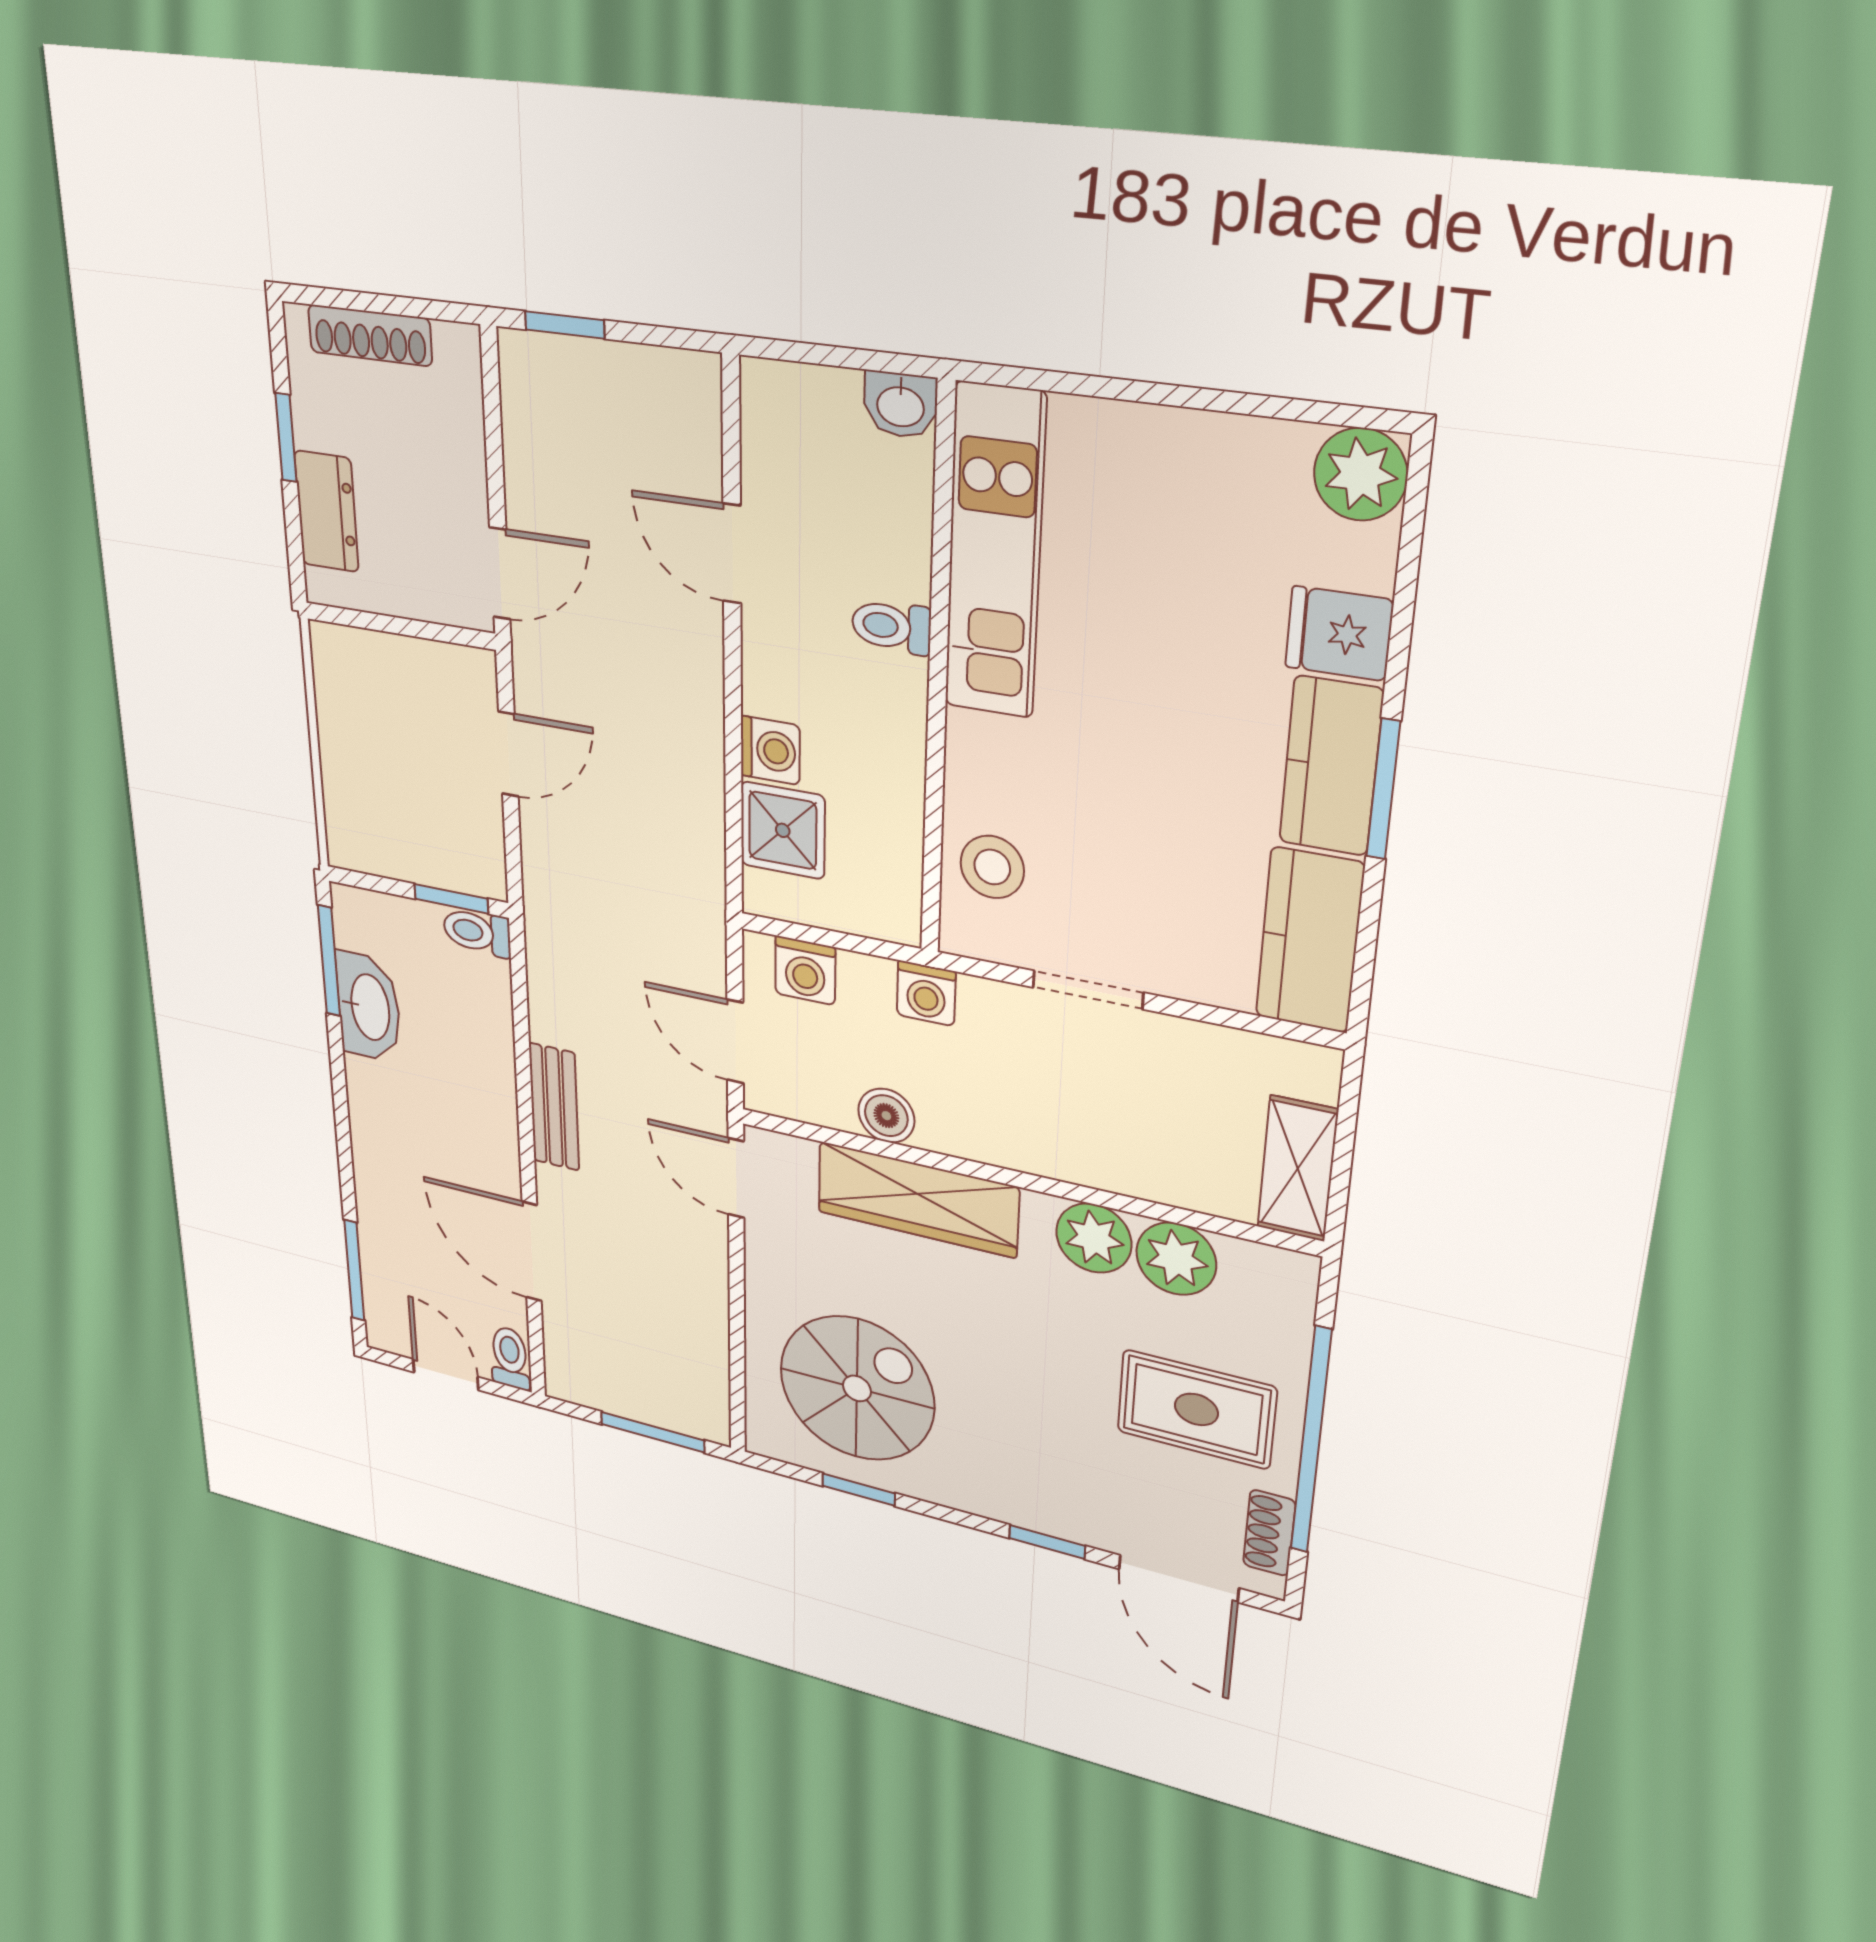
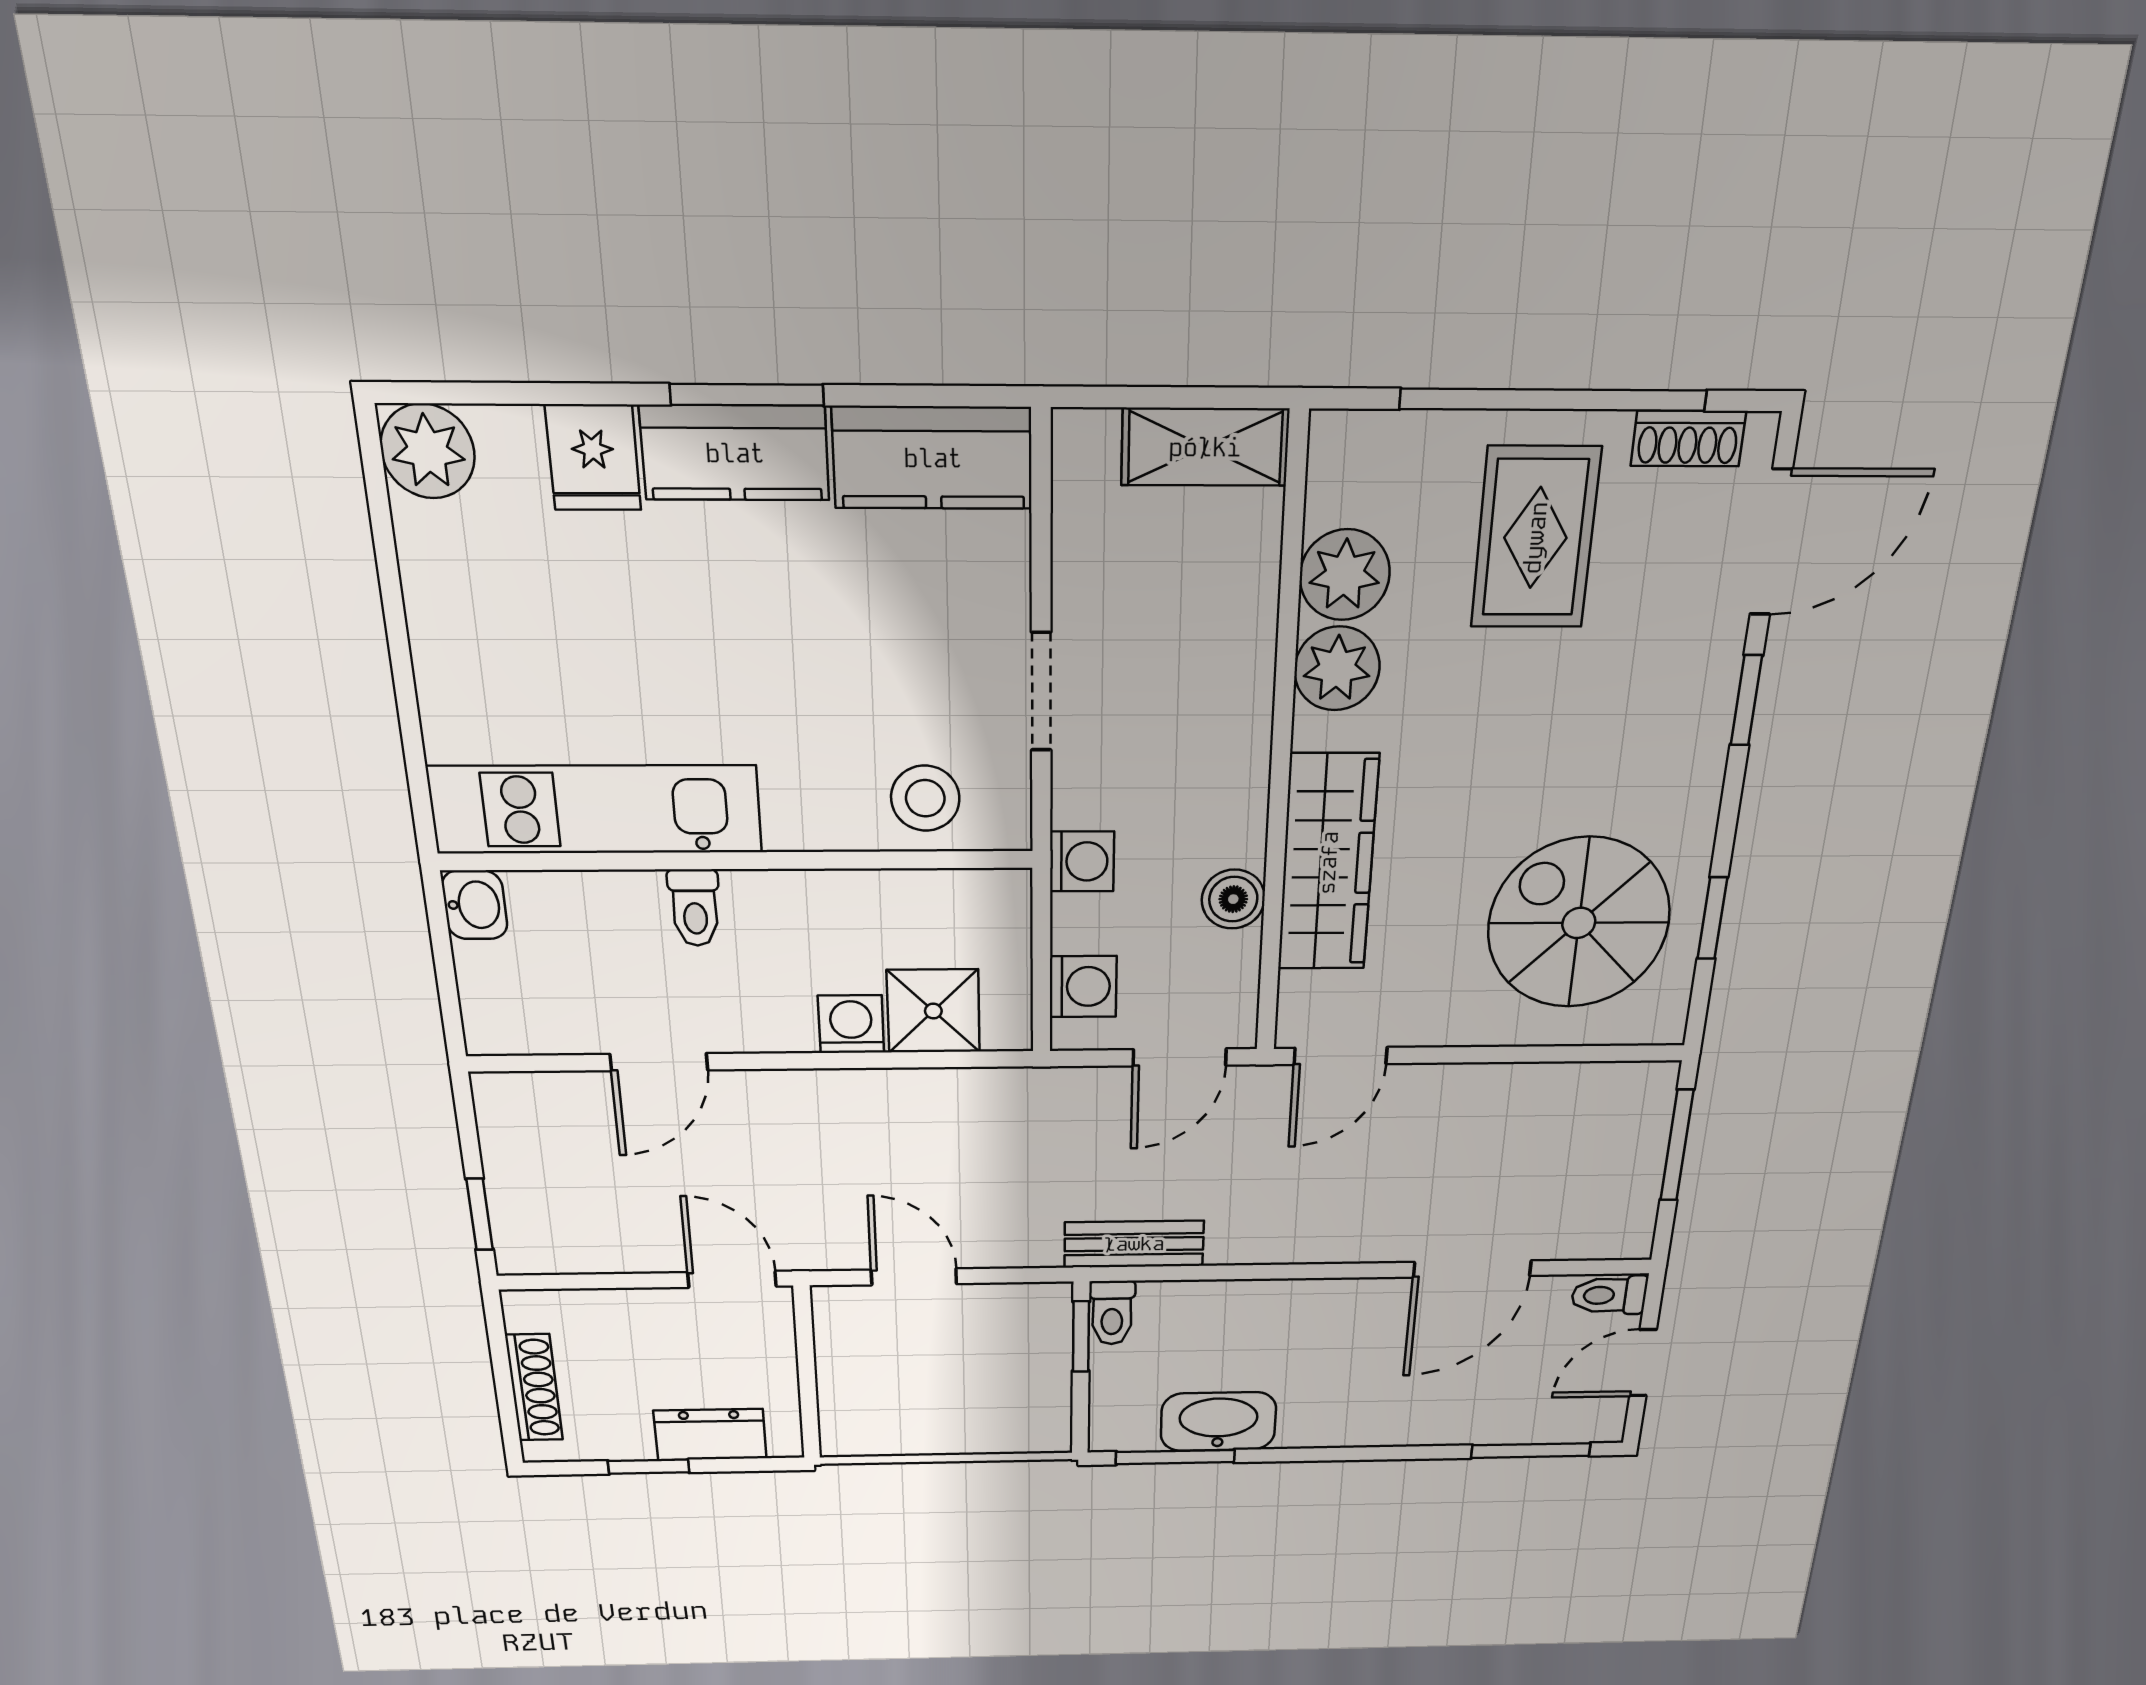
bench: (554, 1107) -> (1134, 1244), moved

